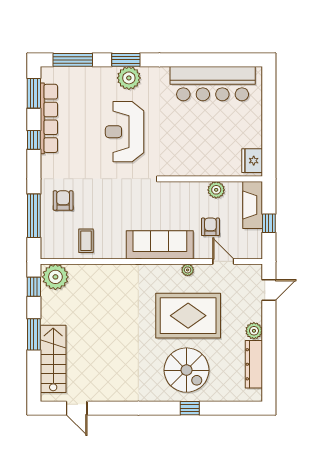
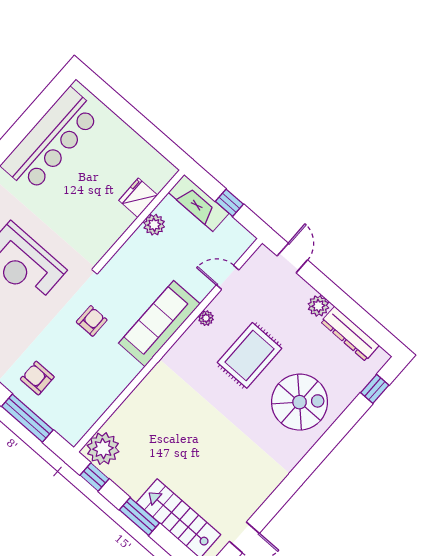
fridge: (252, 161) -> (138, 198), moved, turned 90
armchair: (210, 227) -> (92, 321), moved, turned 90
coffee table: (86, 241) -> (94, 390), removed
rug: (188, 316) -> (250, 355), width x0.73, depth x0.69
window: (190, 408) -> (375, 389), moved

